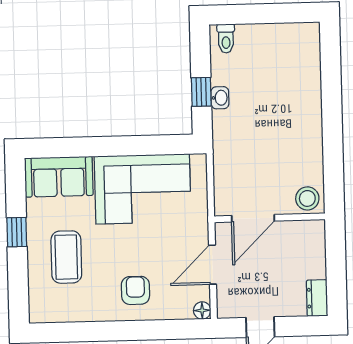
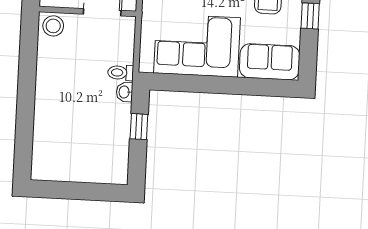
toilet: (226, 39) -> (121, 73), moved, turned -90
washbasin: (220, 98) -> (125, 92), moved

